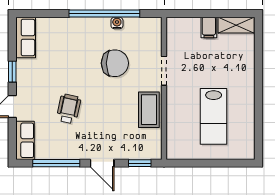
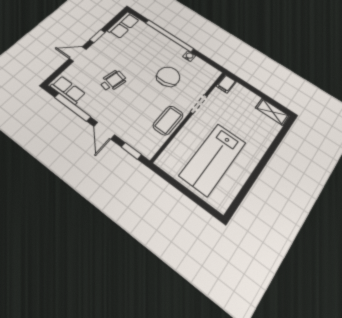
window: (104, 13) -> (169, 36), moved
filing cabinet: (209, 28) -> (226, 84), moved
chair: (115, 63) -> (168, 77), turned -100
lab bench: (214, 116) -> (213, 159), width x1.36, depth x1.39
row of seats: (25, 140) -> (68, 90), moved, turned -90

